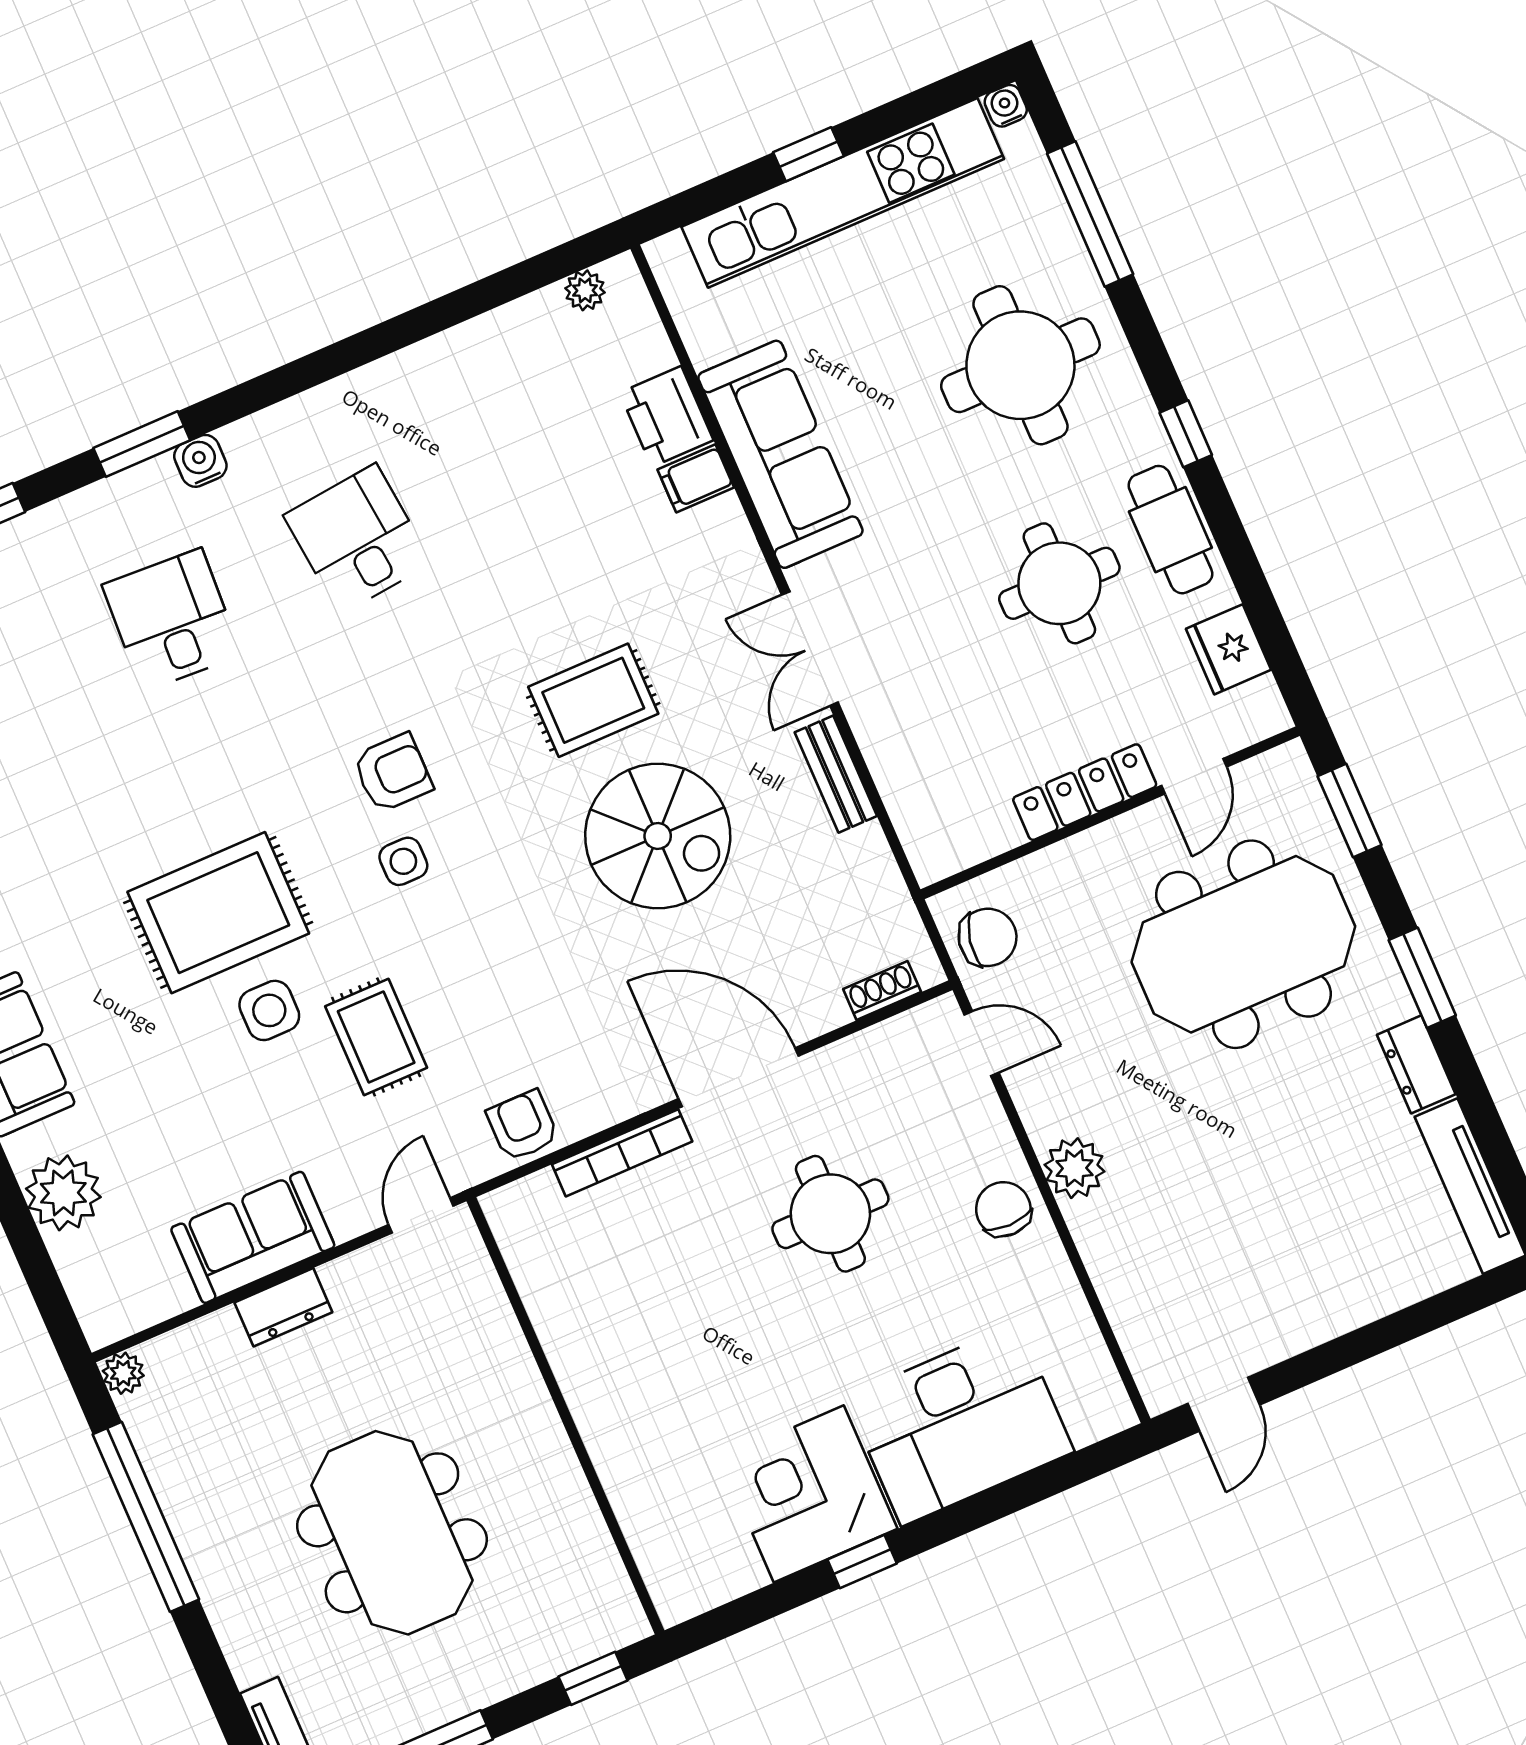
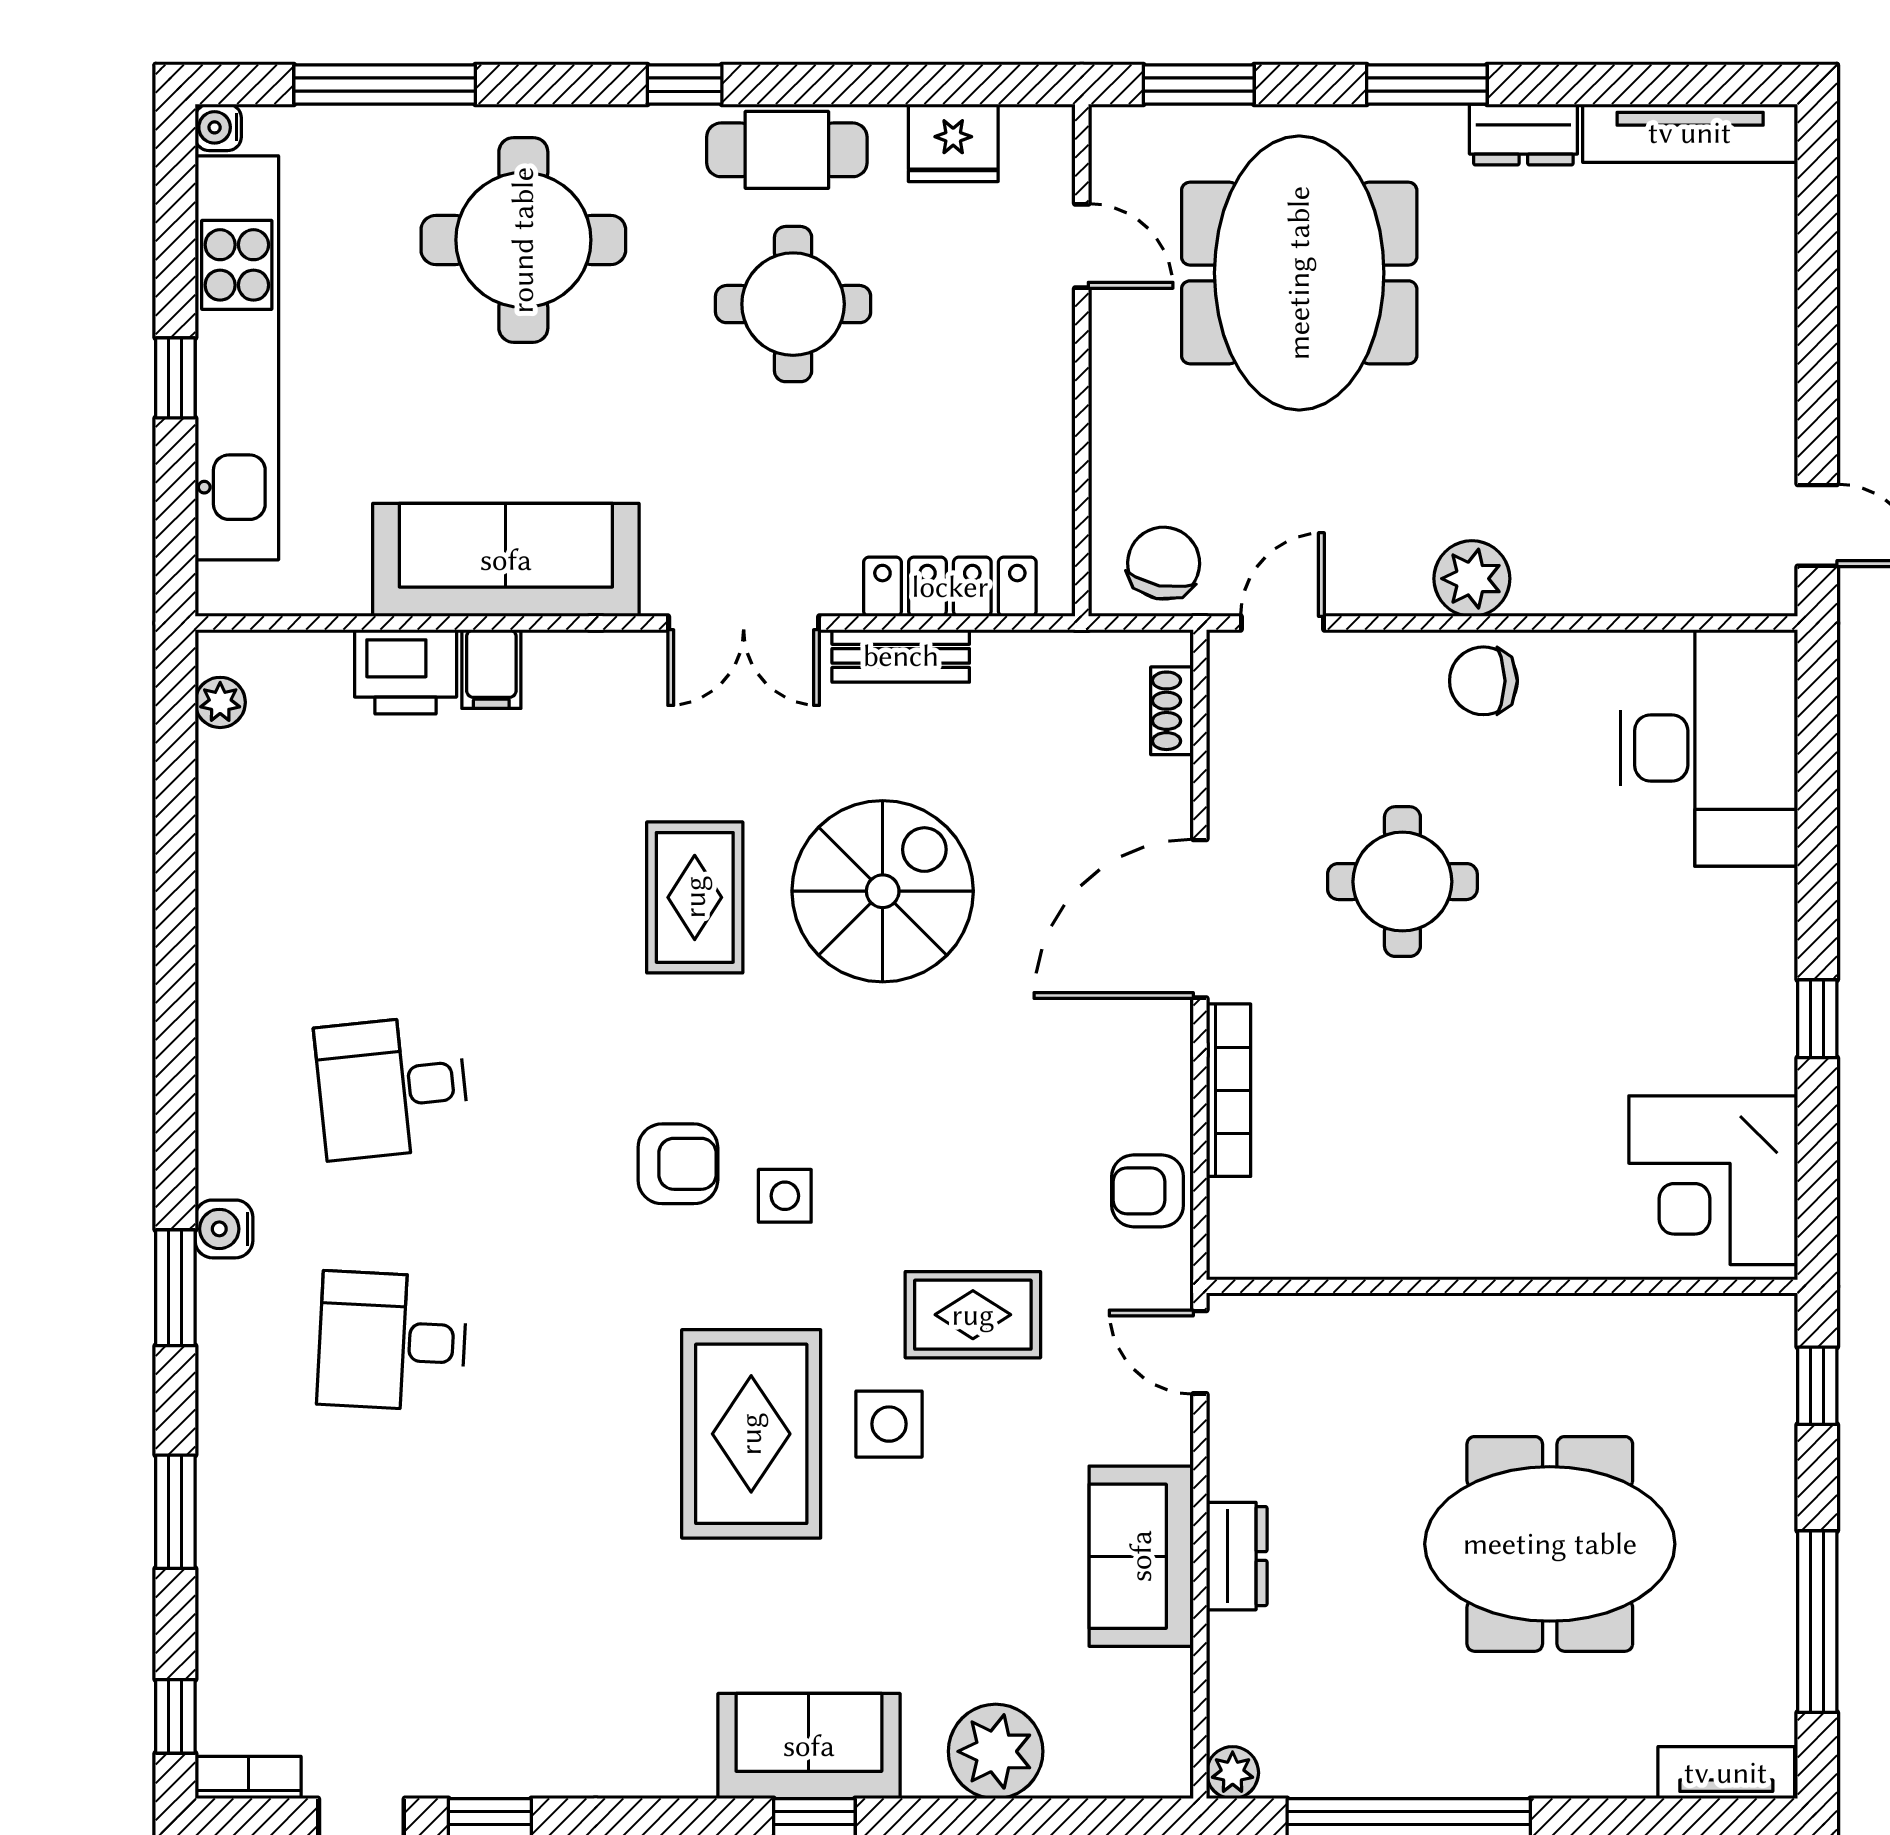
armchair: (393, 773) -> (678, 1164), turned 90
locker: (1085, 792) -> (950, 587), moved, turned 90
desk: (960, 1425) -> (1709, 748), moved
corner desk: (809, 1494) -> (1713, 1180), moved

